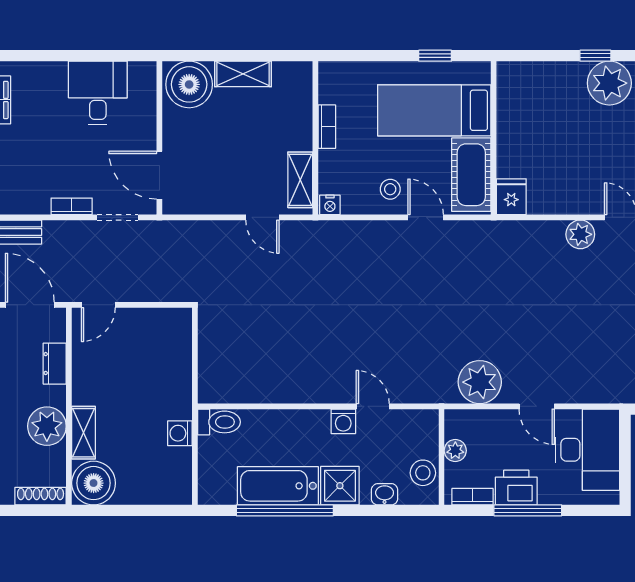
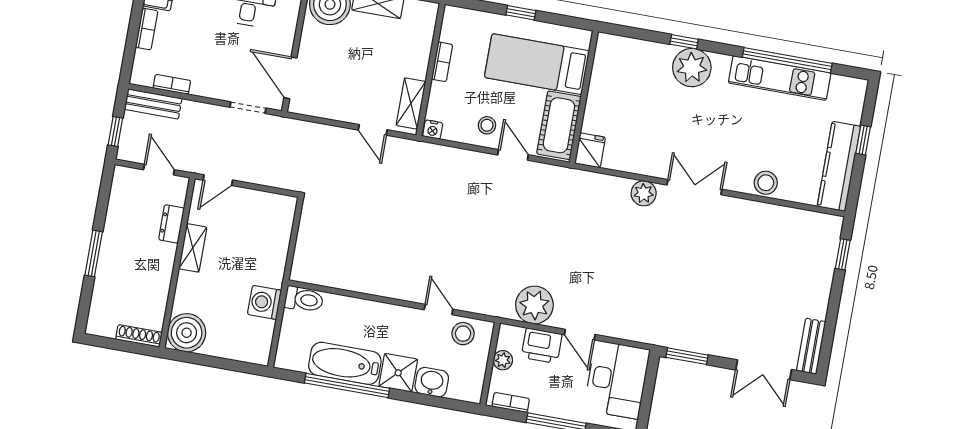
window: (435, 56) -> (521, 13), moved
bookcase: (72, 206) -> (172, 84), moved
door: (30, 305) -> (159, 170), width x0.73
washing machine: (343, 421) -> (411, 318), removed
plant: (47, 426) -> (155, 277), removed
shelving: (84, 433) -> (193, 248), moved
washing machine: (180, 433) -> (265, 302), width x1.38, depth x1.38
stool: (423, 473) -> (463, 334), moved
printer: (516, 488) -> (542, 346), moved, turned 180
washbasin: (385, 494) -> (432, 382), width x1.38, depth x1.45

